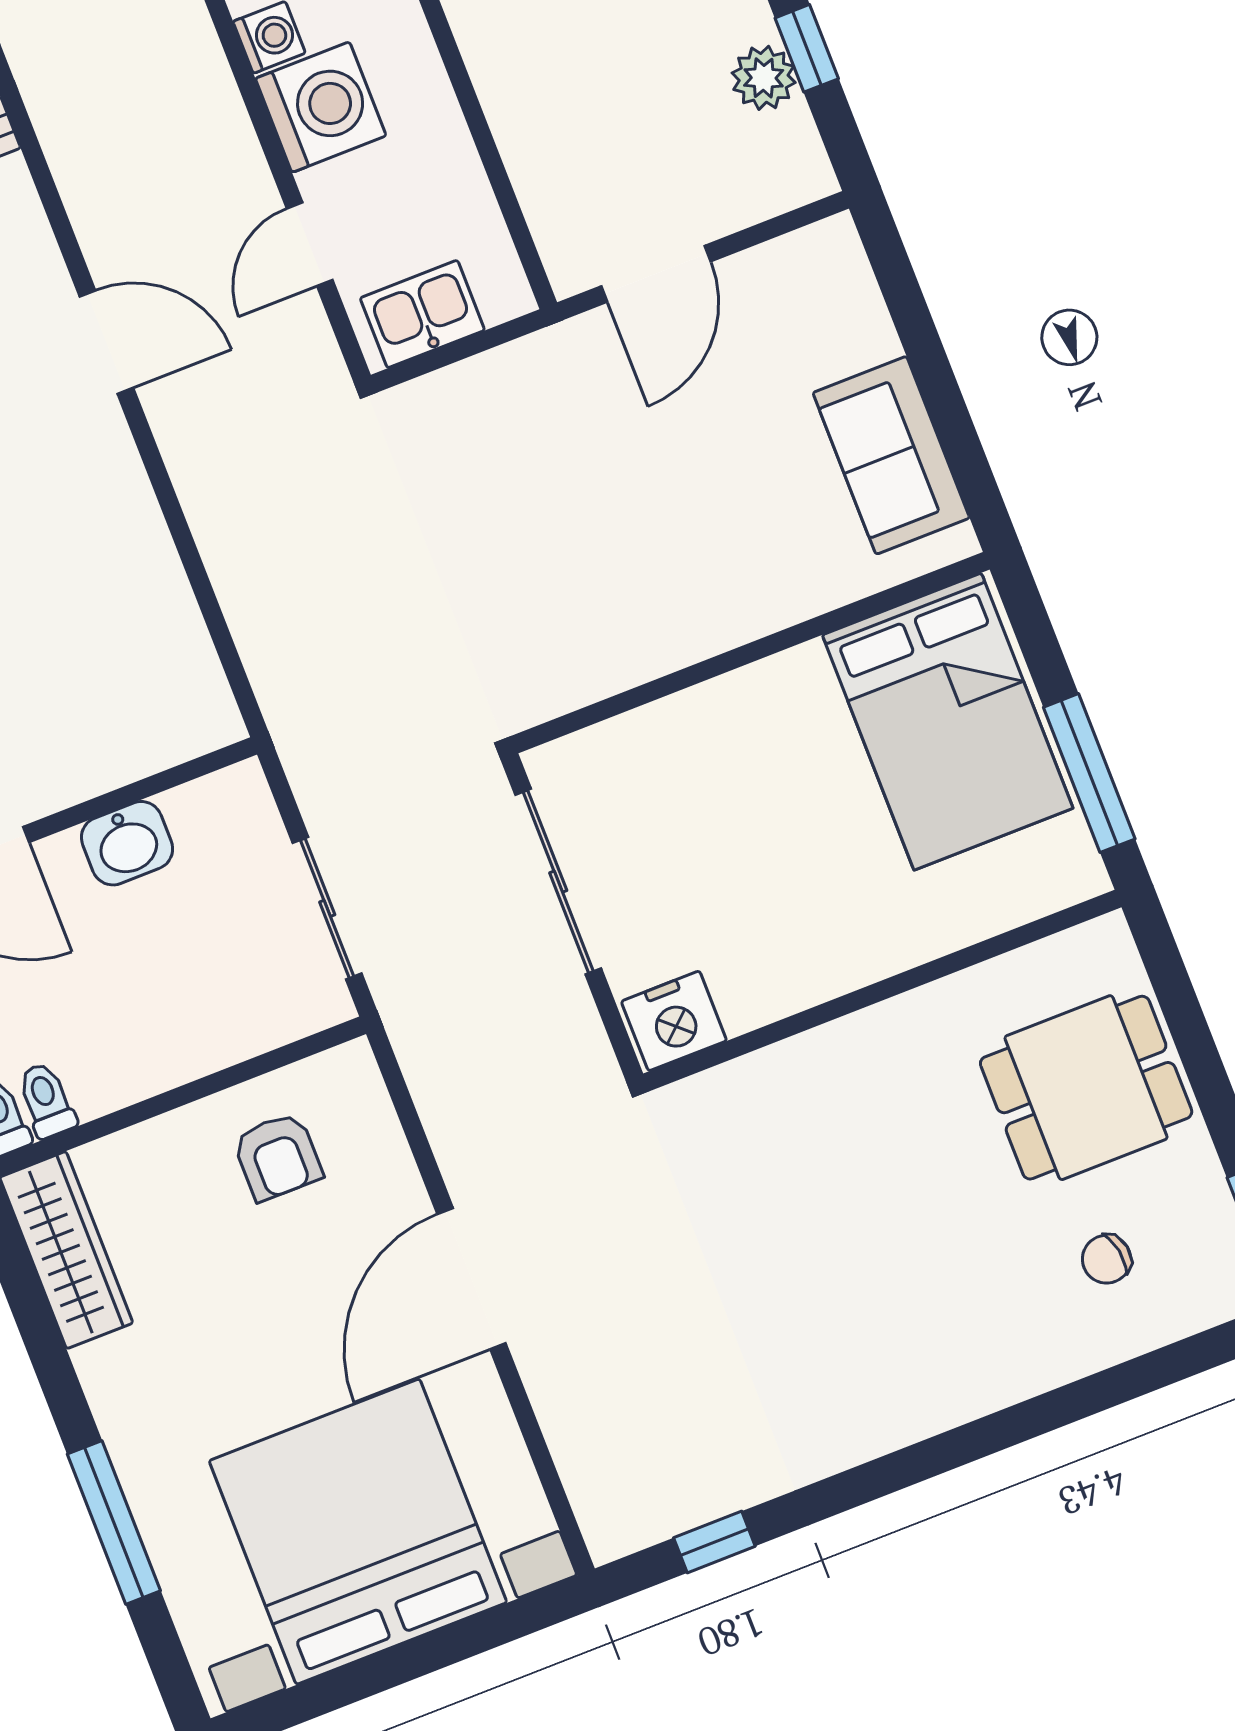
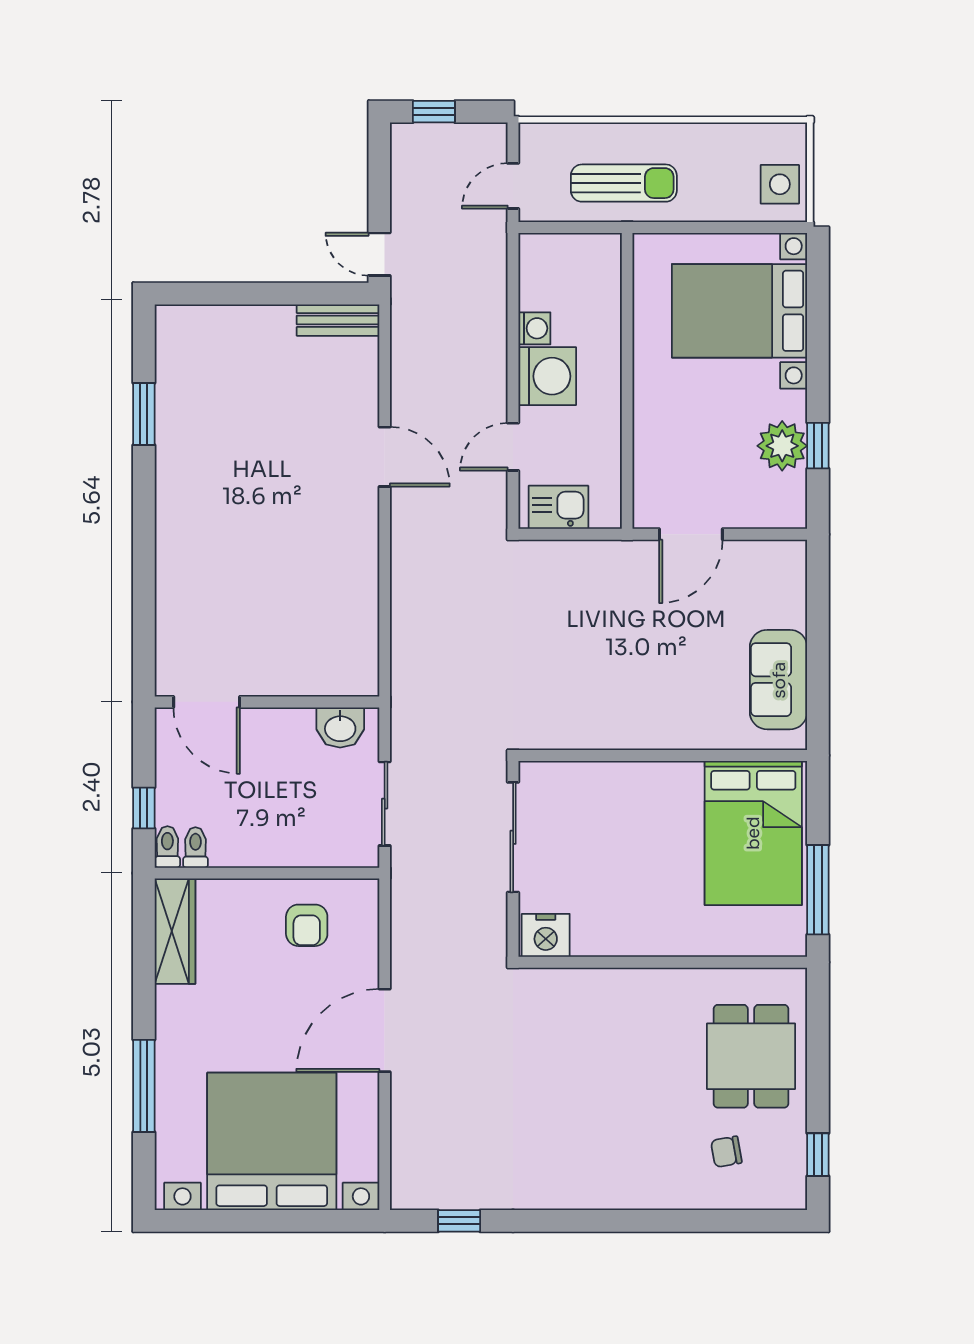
plant: (764, 78) -> (782, 446), width x1.36, depth x1.36
washbasin: (127, 843) -> (340, 727), moved
dining table: (1086, 1088) -> (751, 1056), turned 90

